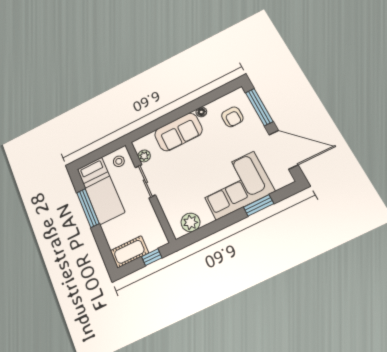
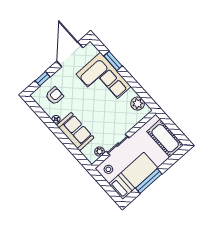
window: (259, 107) -> (43, 79), width x0.46
cot: (129, 252) -> (165, 138), width x1.37, depth x1.34
window: (152, 257) -> (169, 123), removed

